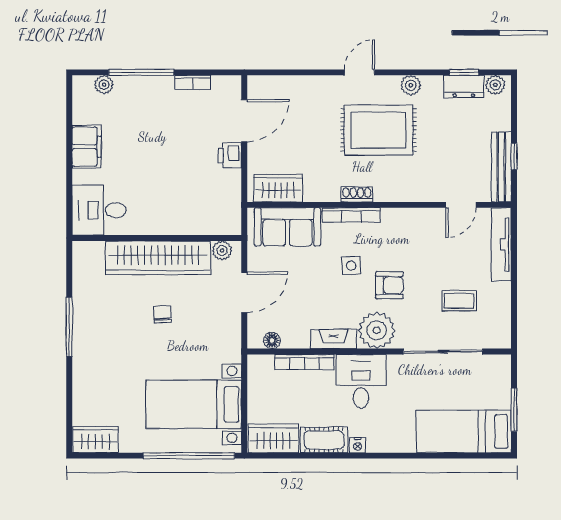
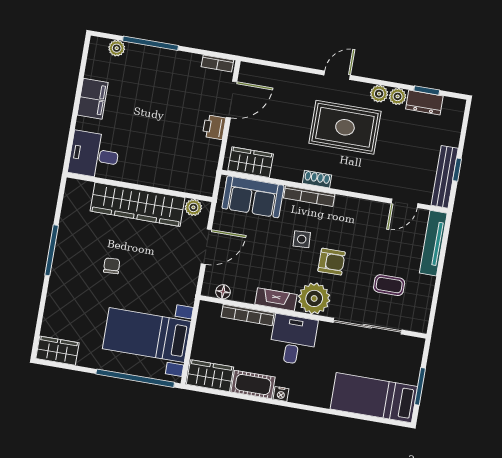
bookcase: (193, 82) -> (217, 63), moved
plant: (495, 85) -> (398, 96), moved
chair: (162, 314) -> (112, 266), moved

